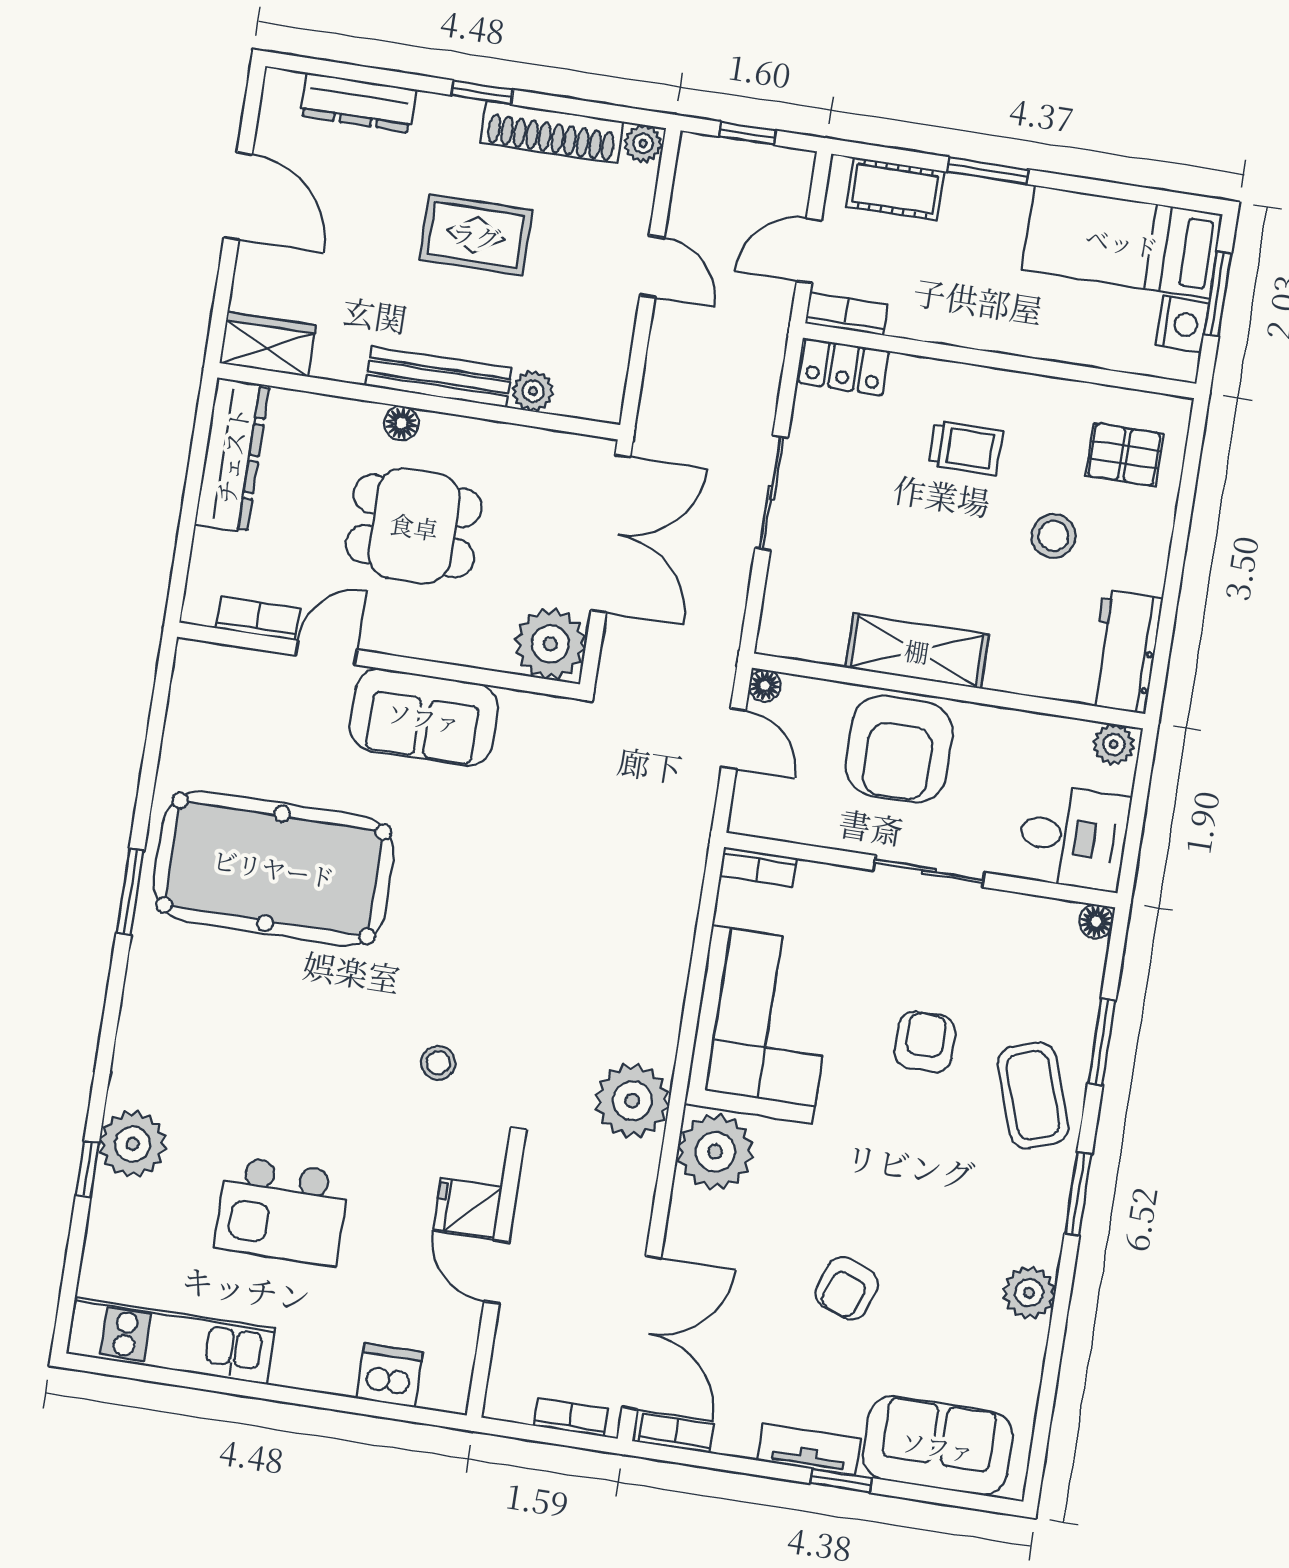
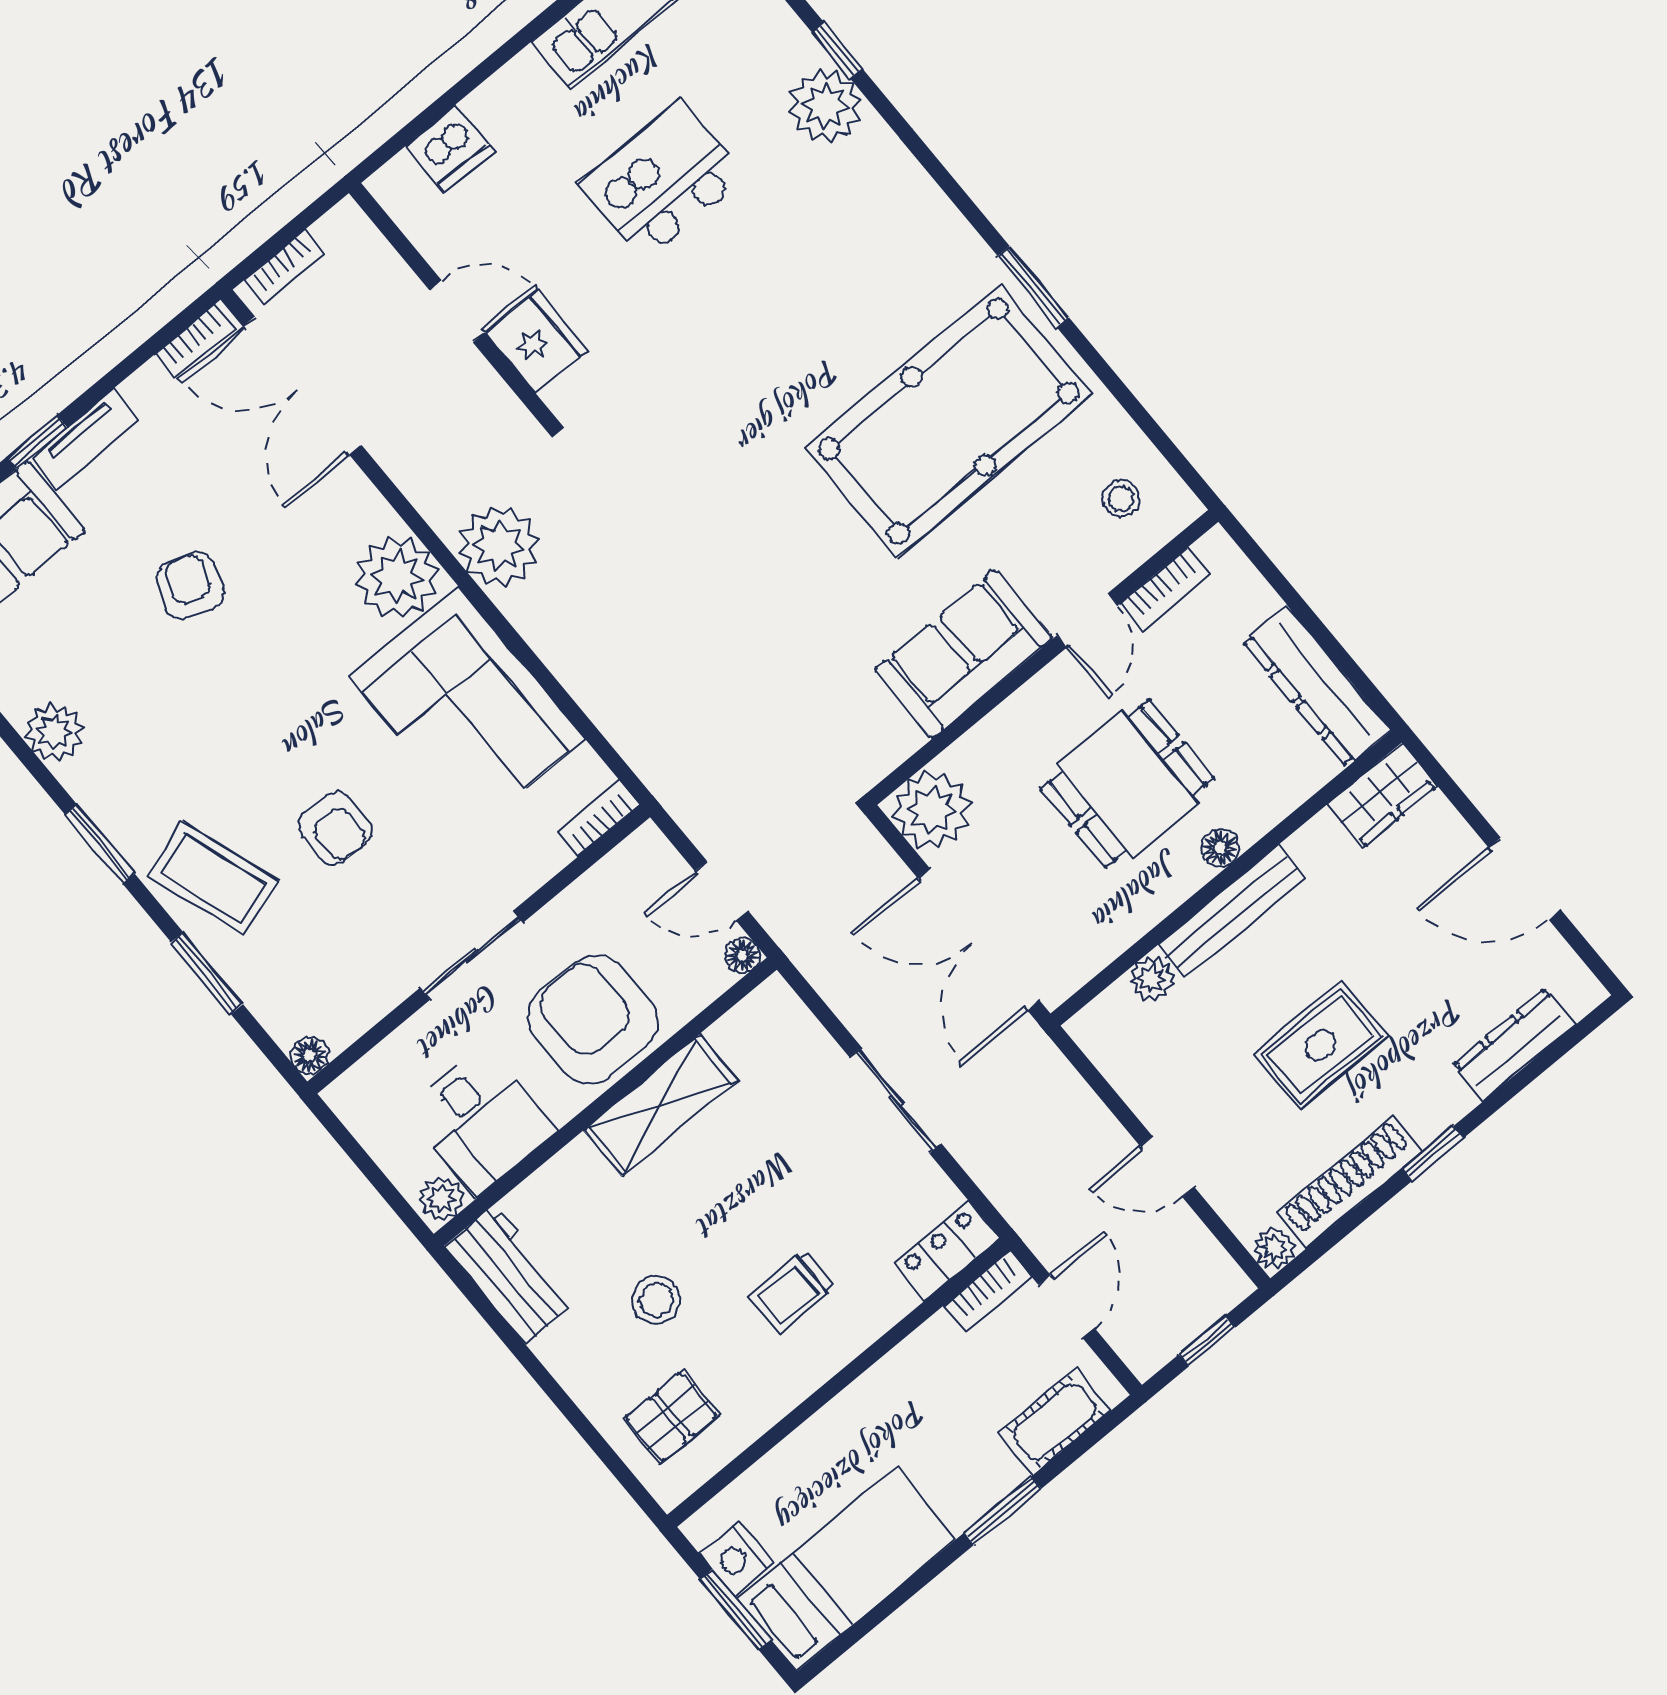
desk: (1073, 837) -> (481, 1121), moved, turned -90
stool: (438, 1063) -> (1121, 499), moved
fridge: (468, 1208) -> (537, 342), width x1.38

